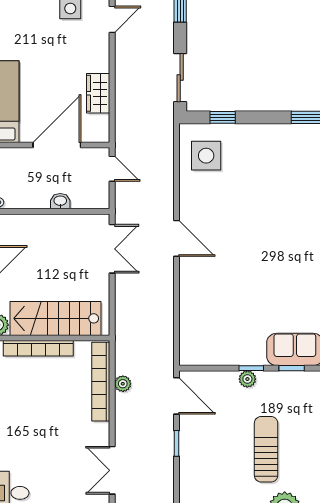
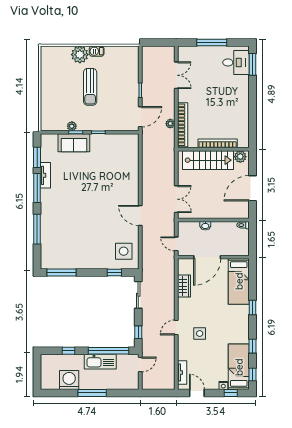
door: (176, 238) -> (140, 216), moved
double door: (112, 249) -> (176, 199), swing flipped
plant: (247, 379) -> (72, 126), moved
door: (176, 396) -> (140, 117), swing flipped

